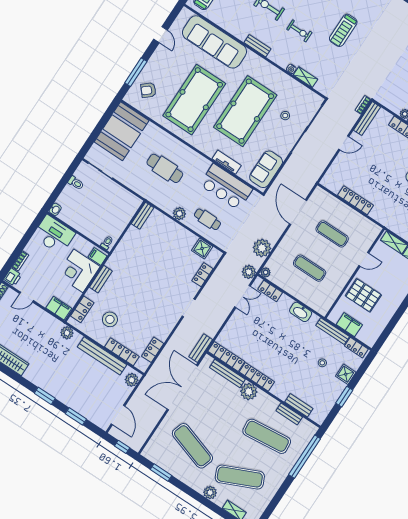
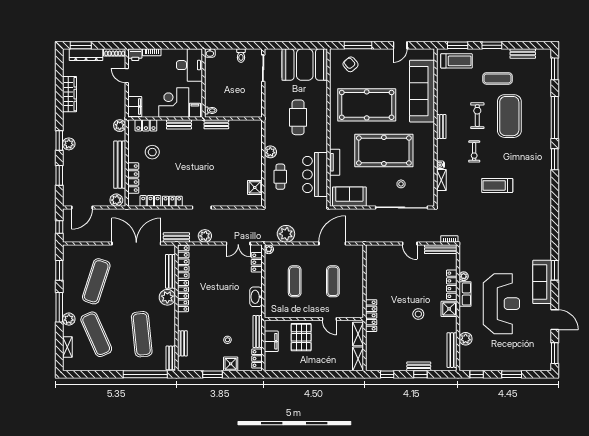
locker: (355, 200) -> (371, 316), moved
bench: (143, 216) -> (216, 124), moved
plant: (249, 272) -> (205, 236), moved
locker: (202, 275) -> (172, 201), moved
plant: (53, 389) -> (69, 144), added
bench: (289, 414) -> (171, 358), moved
window: (194, 494) -> (59, 307), added

